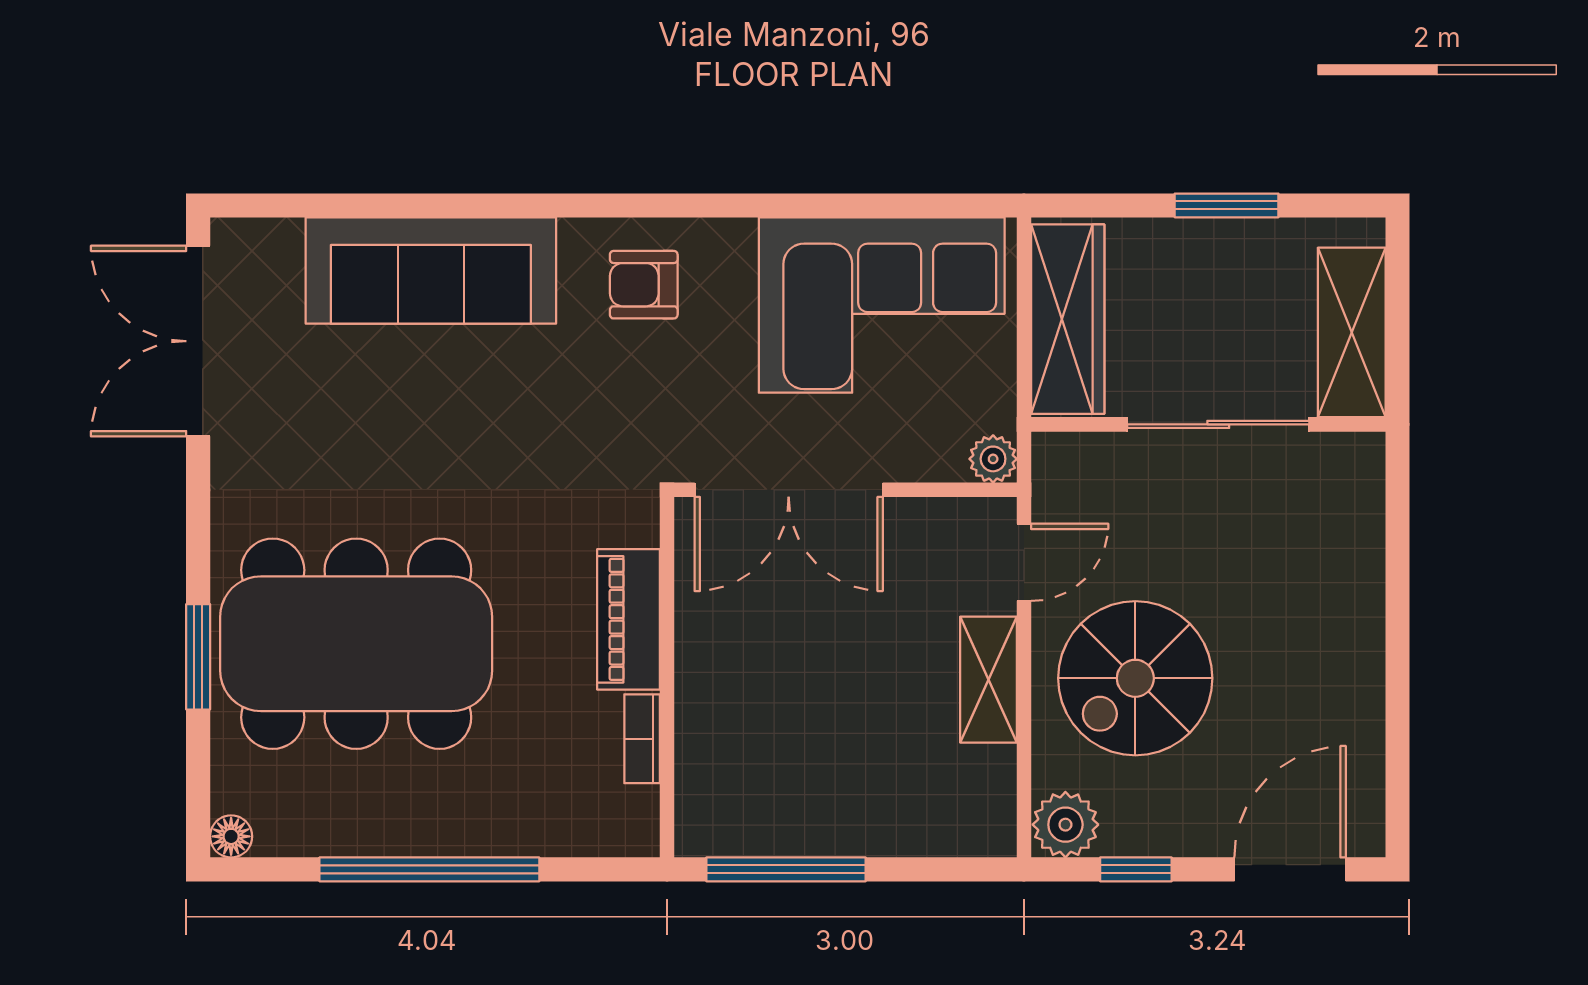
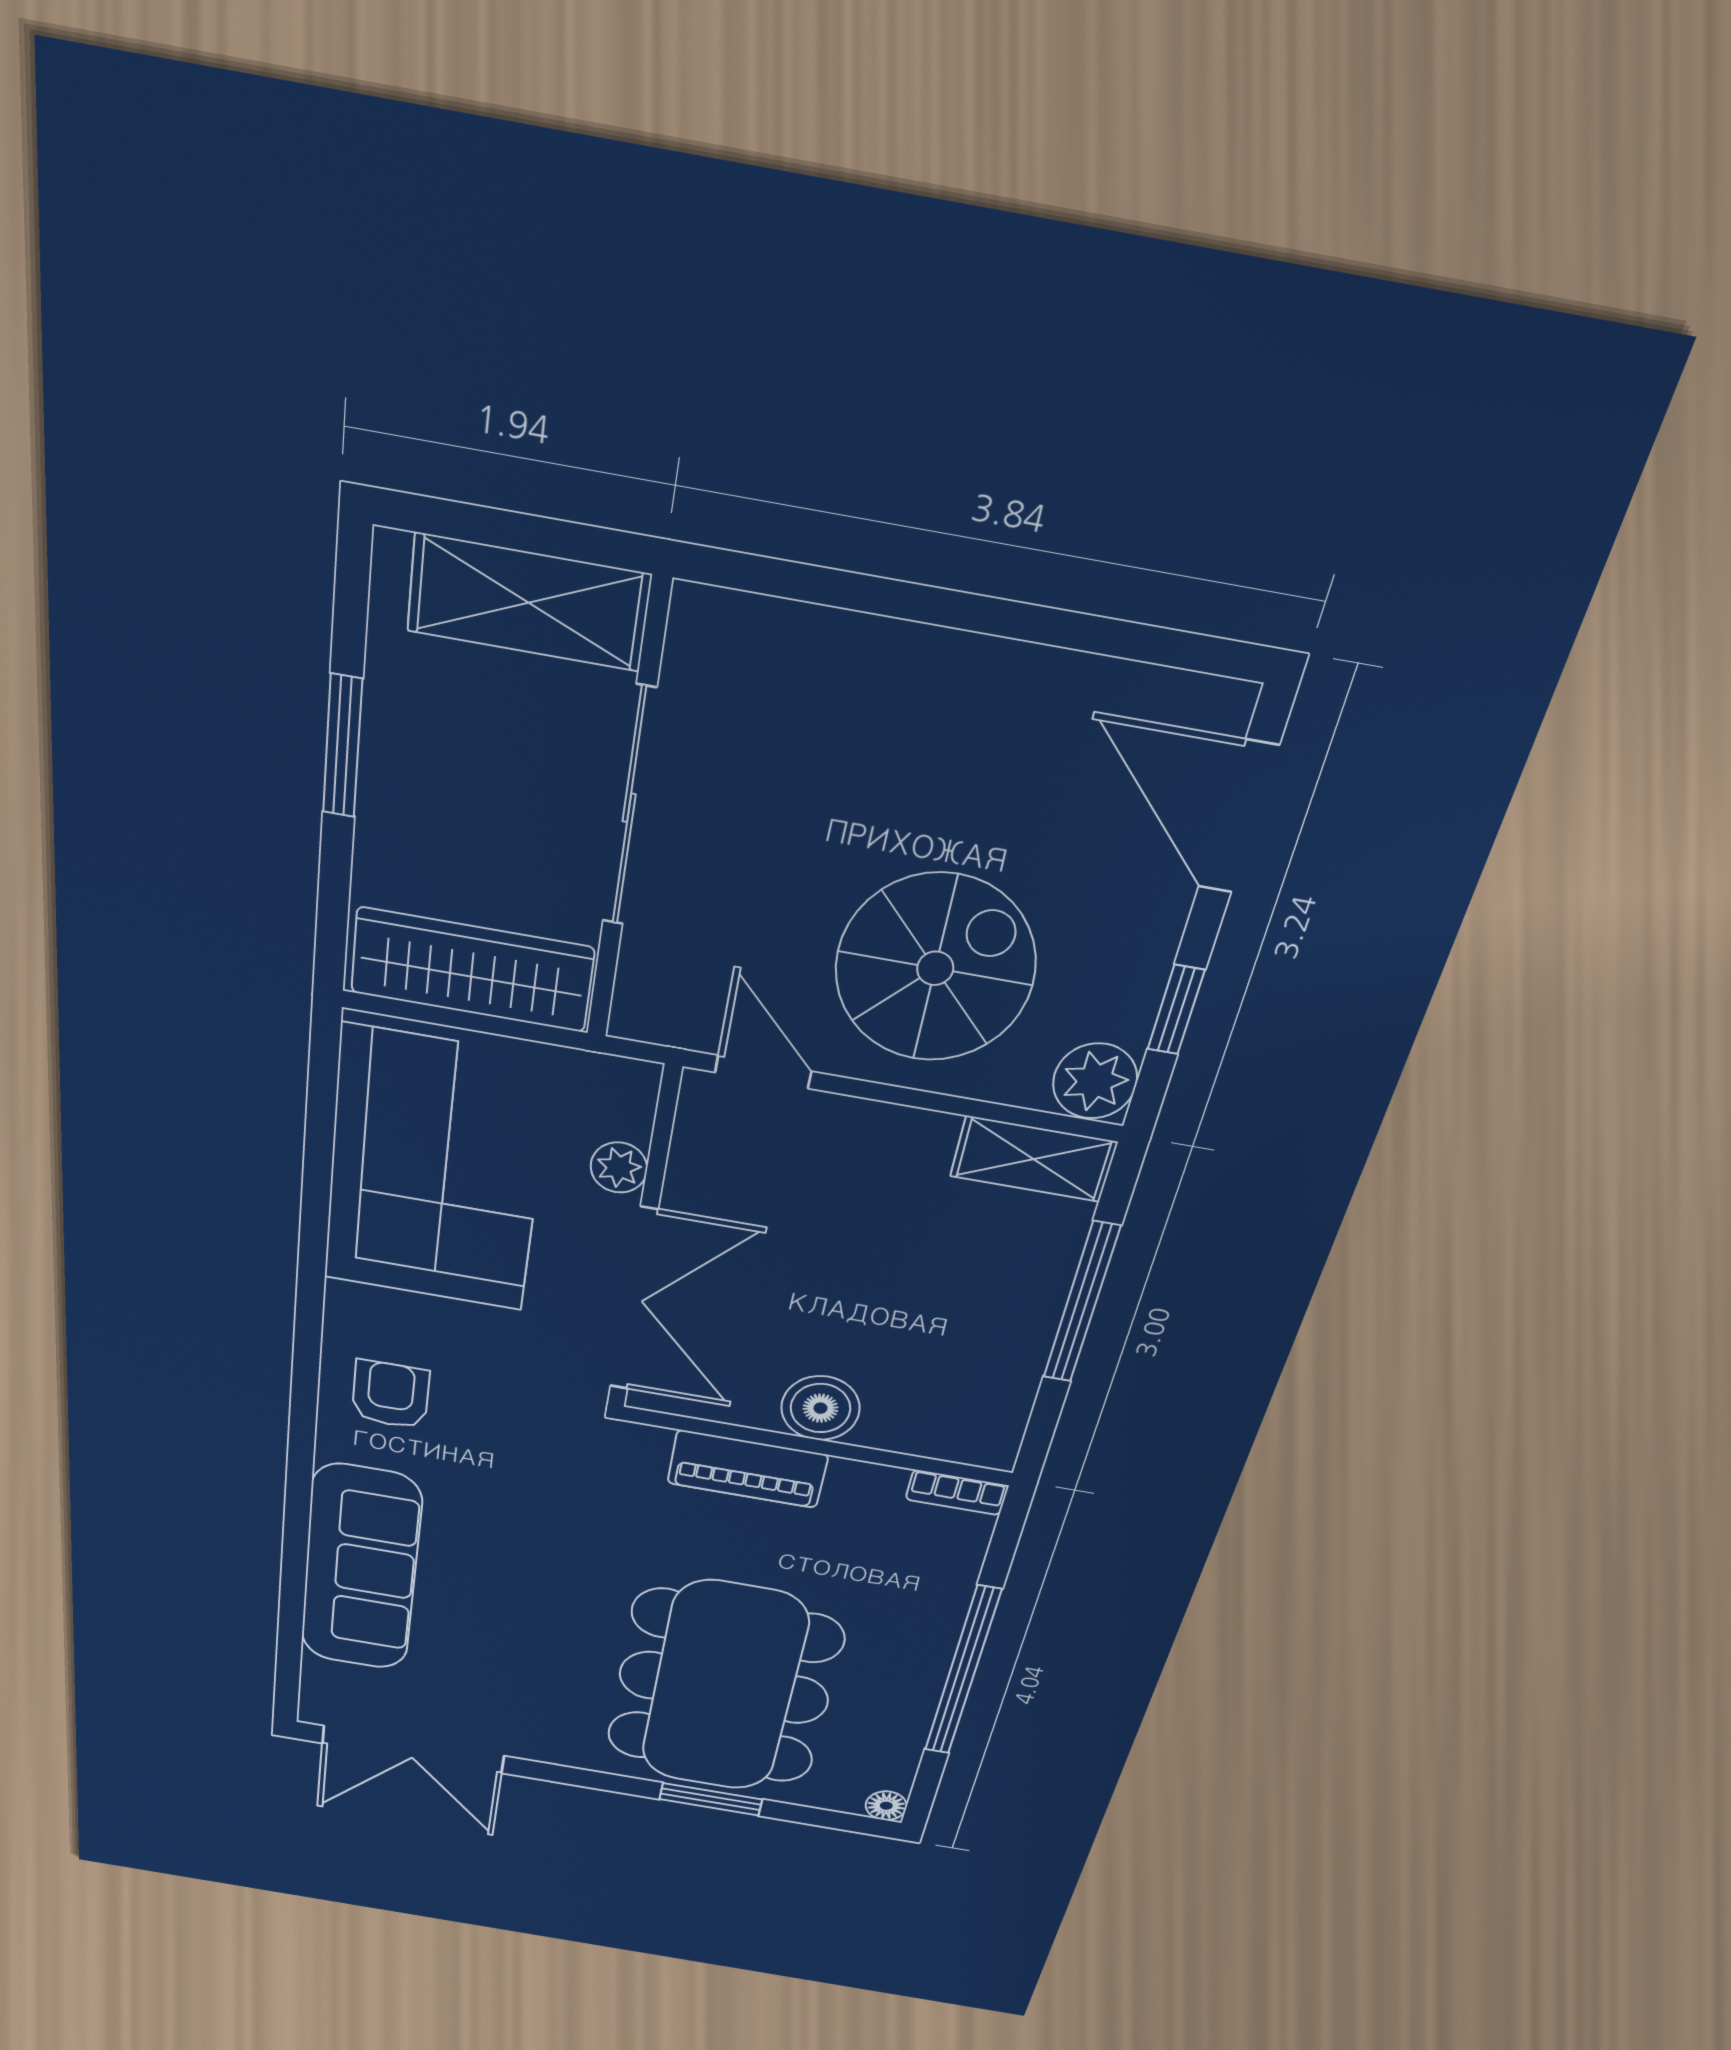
armchair: (644, 285) -> (391, 1395), turned 180
plant: (993, 459) -> (619, 1168), moved
boiler: (709, 672) -> (820, 1408), added
spiral stairs: (1135, 678) -> (935, 968), turned -90
shelving: (988, 680) -> (1033, 1159), moved
bookcase: (642, 739) -> (957, 1493), moved
window: (786, 869) -> (1081, 1303), moved

